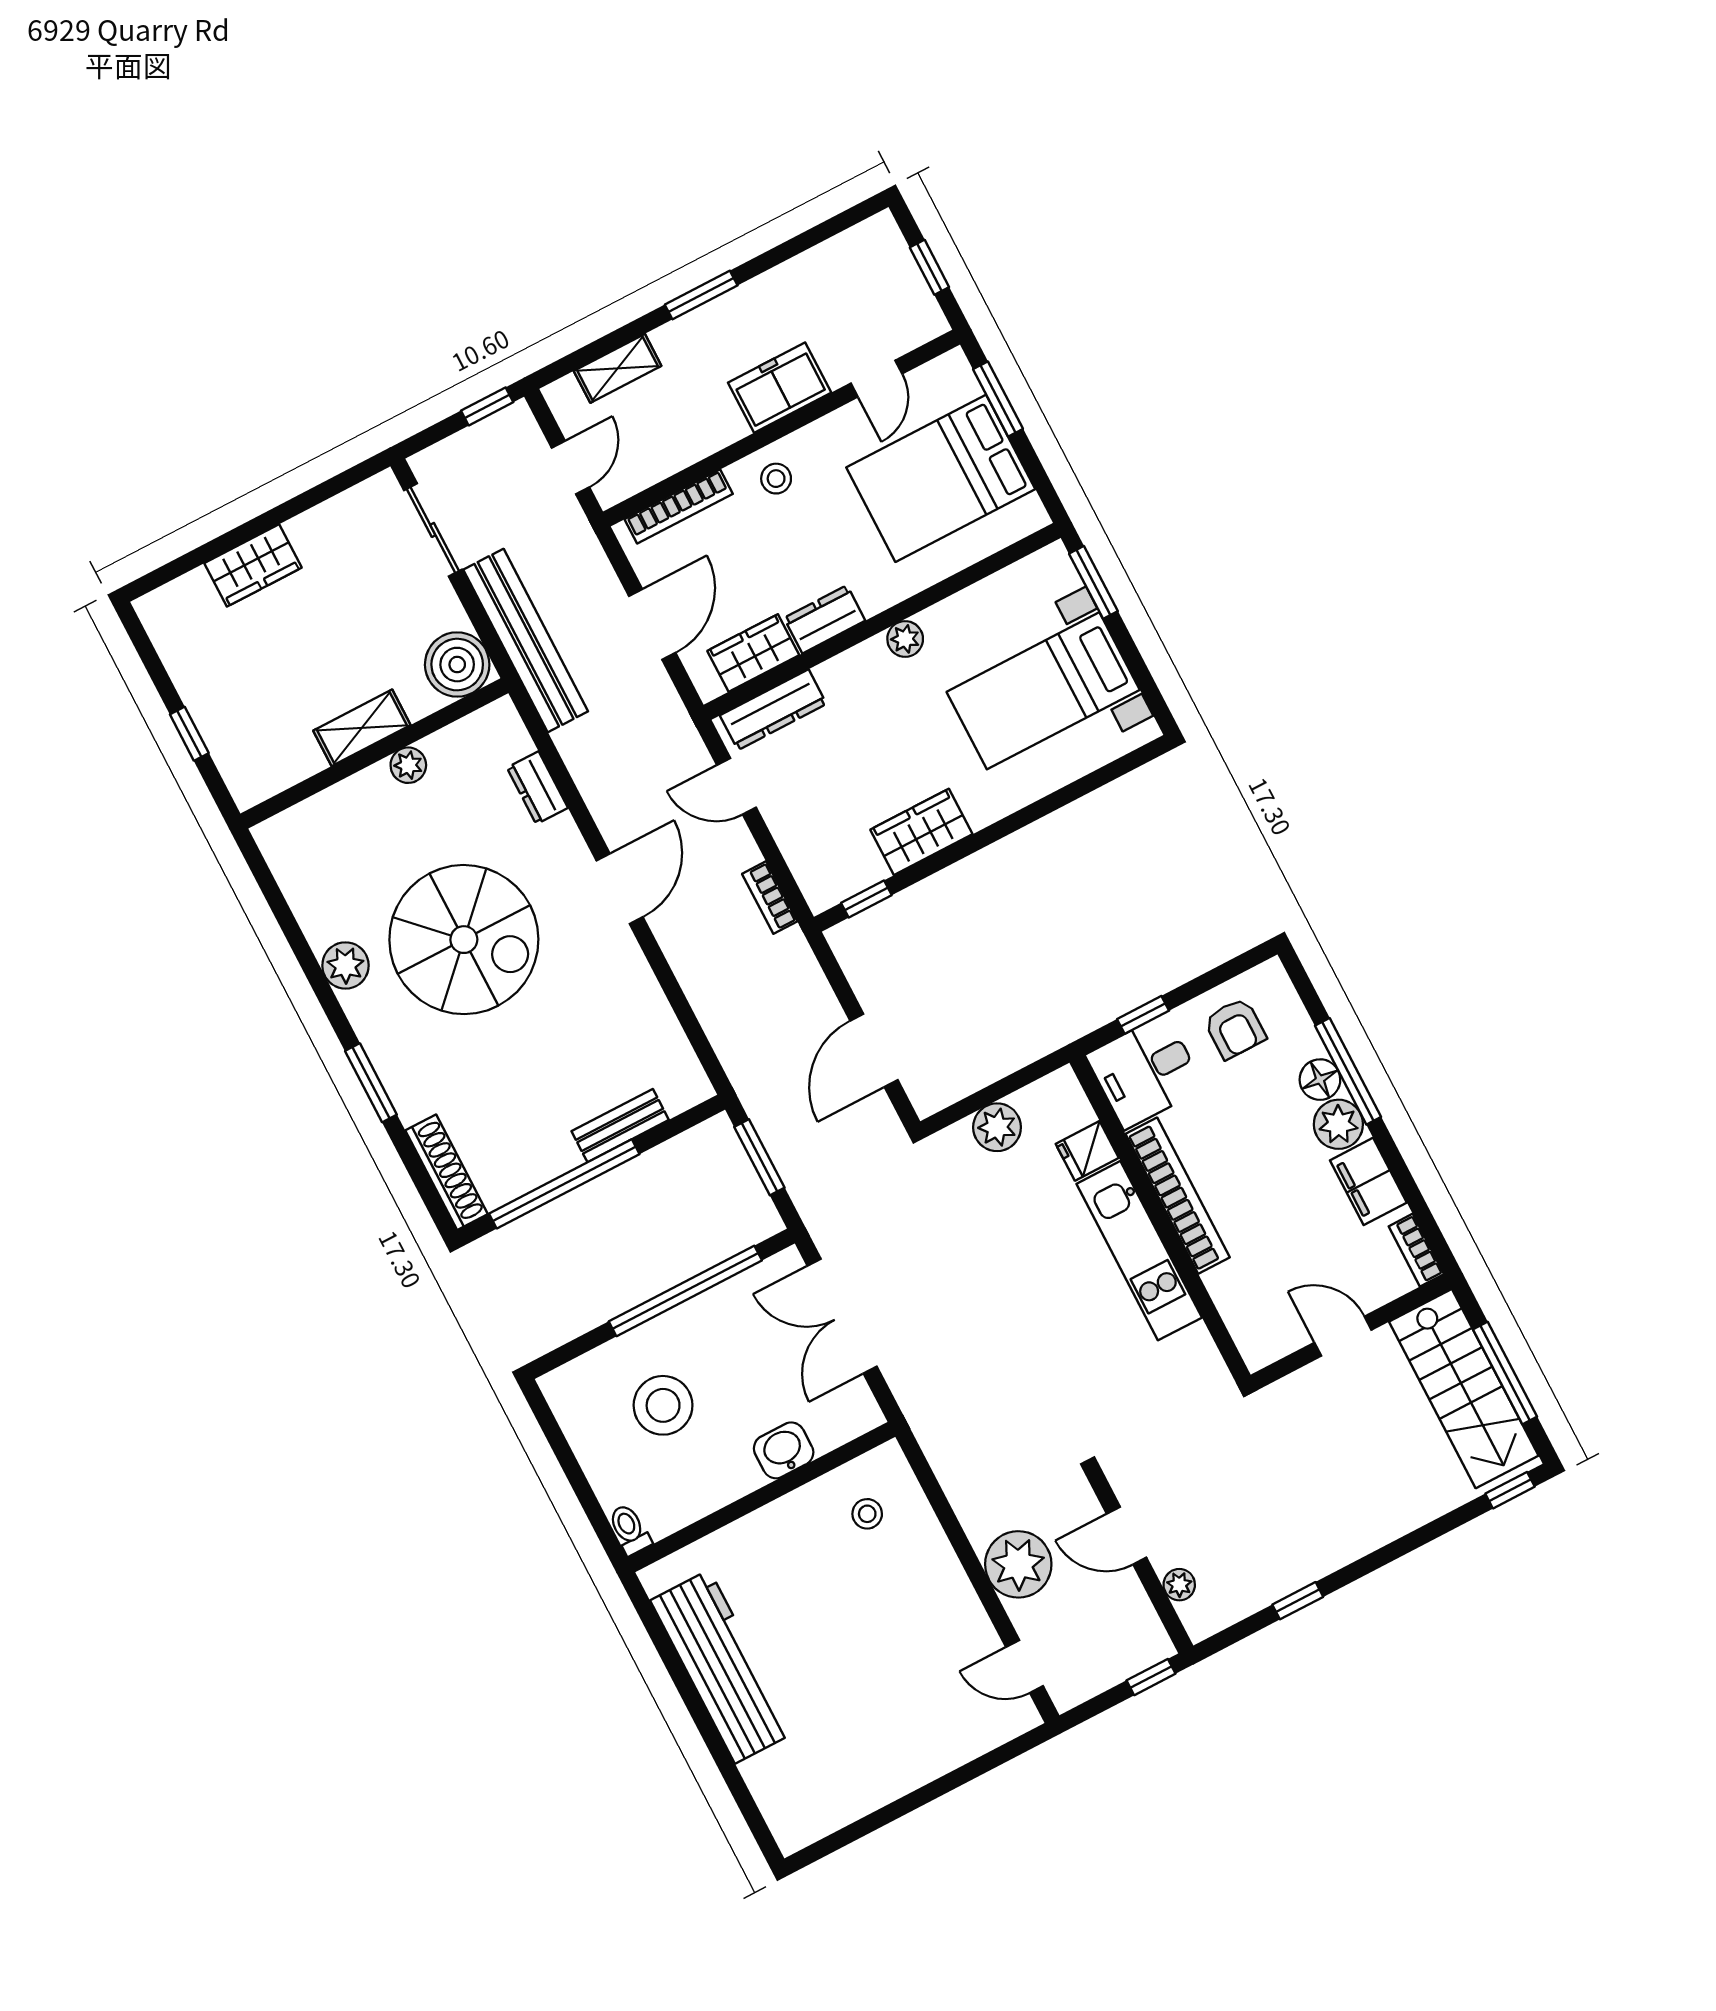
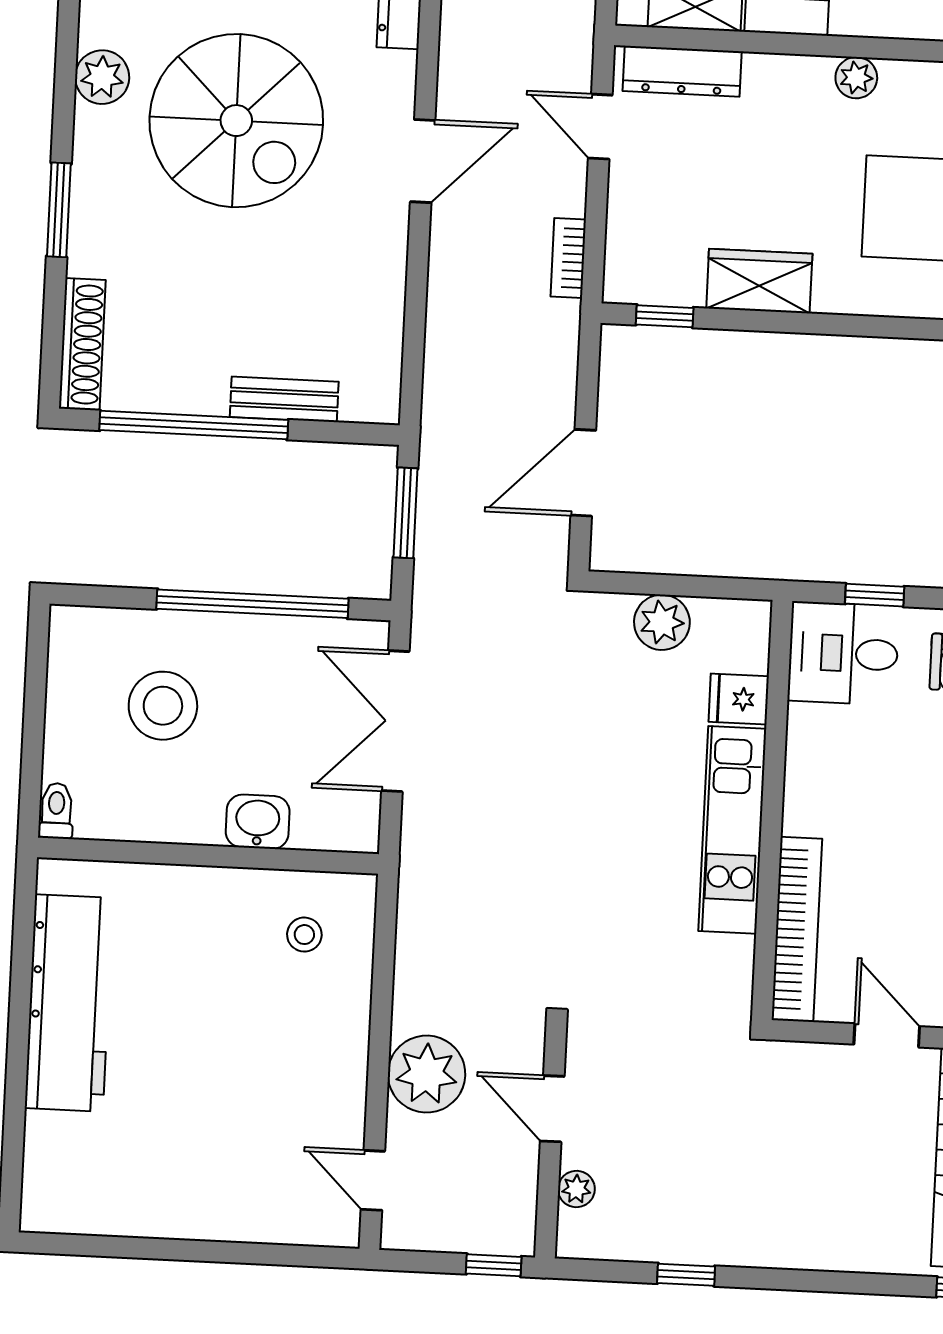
bookcase: (1178, 1196) -> (797, 929), moved

